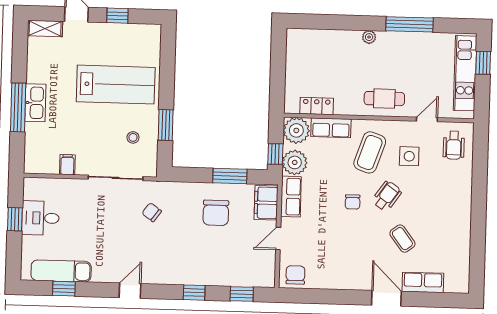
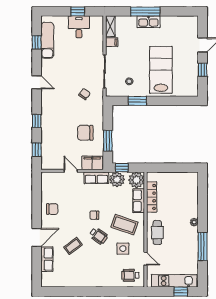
shelving: (45, 28) -> (110, 26), moved
lab bench: (116, 85) -> (161, 70), turned 180
locker: (317, 106) -> (152, 197), width x1.53
chair: (295, 275) -> (52, 209), moved

